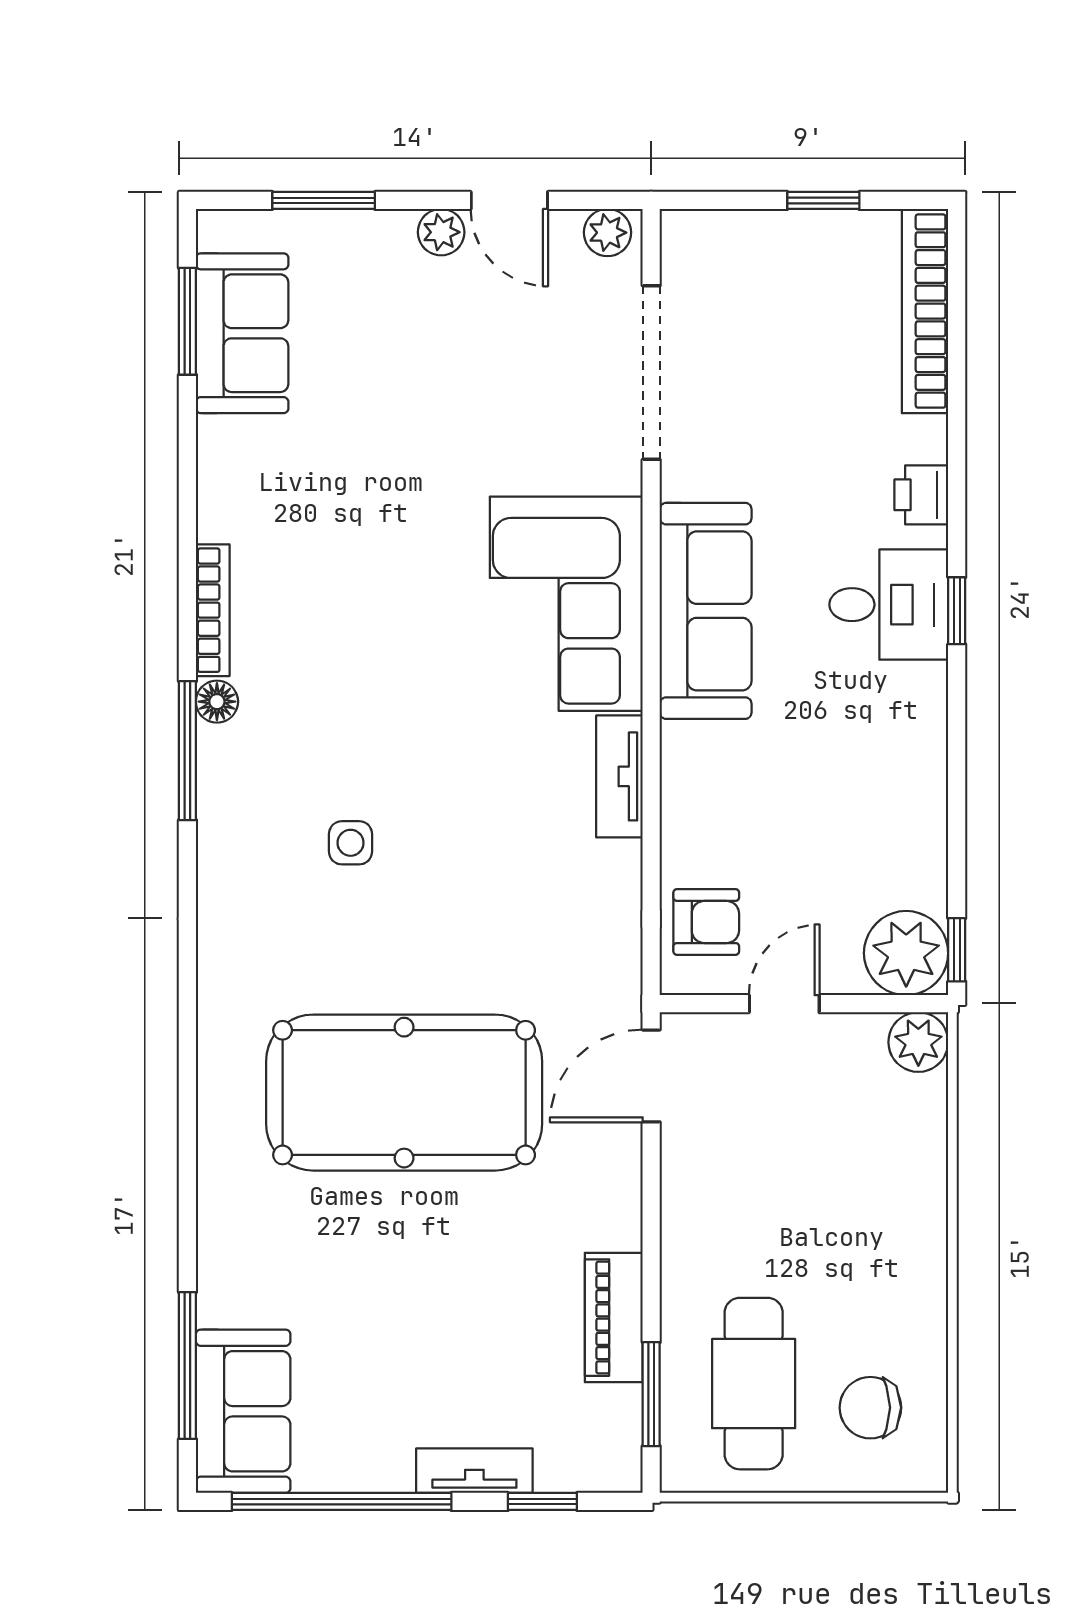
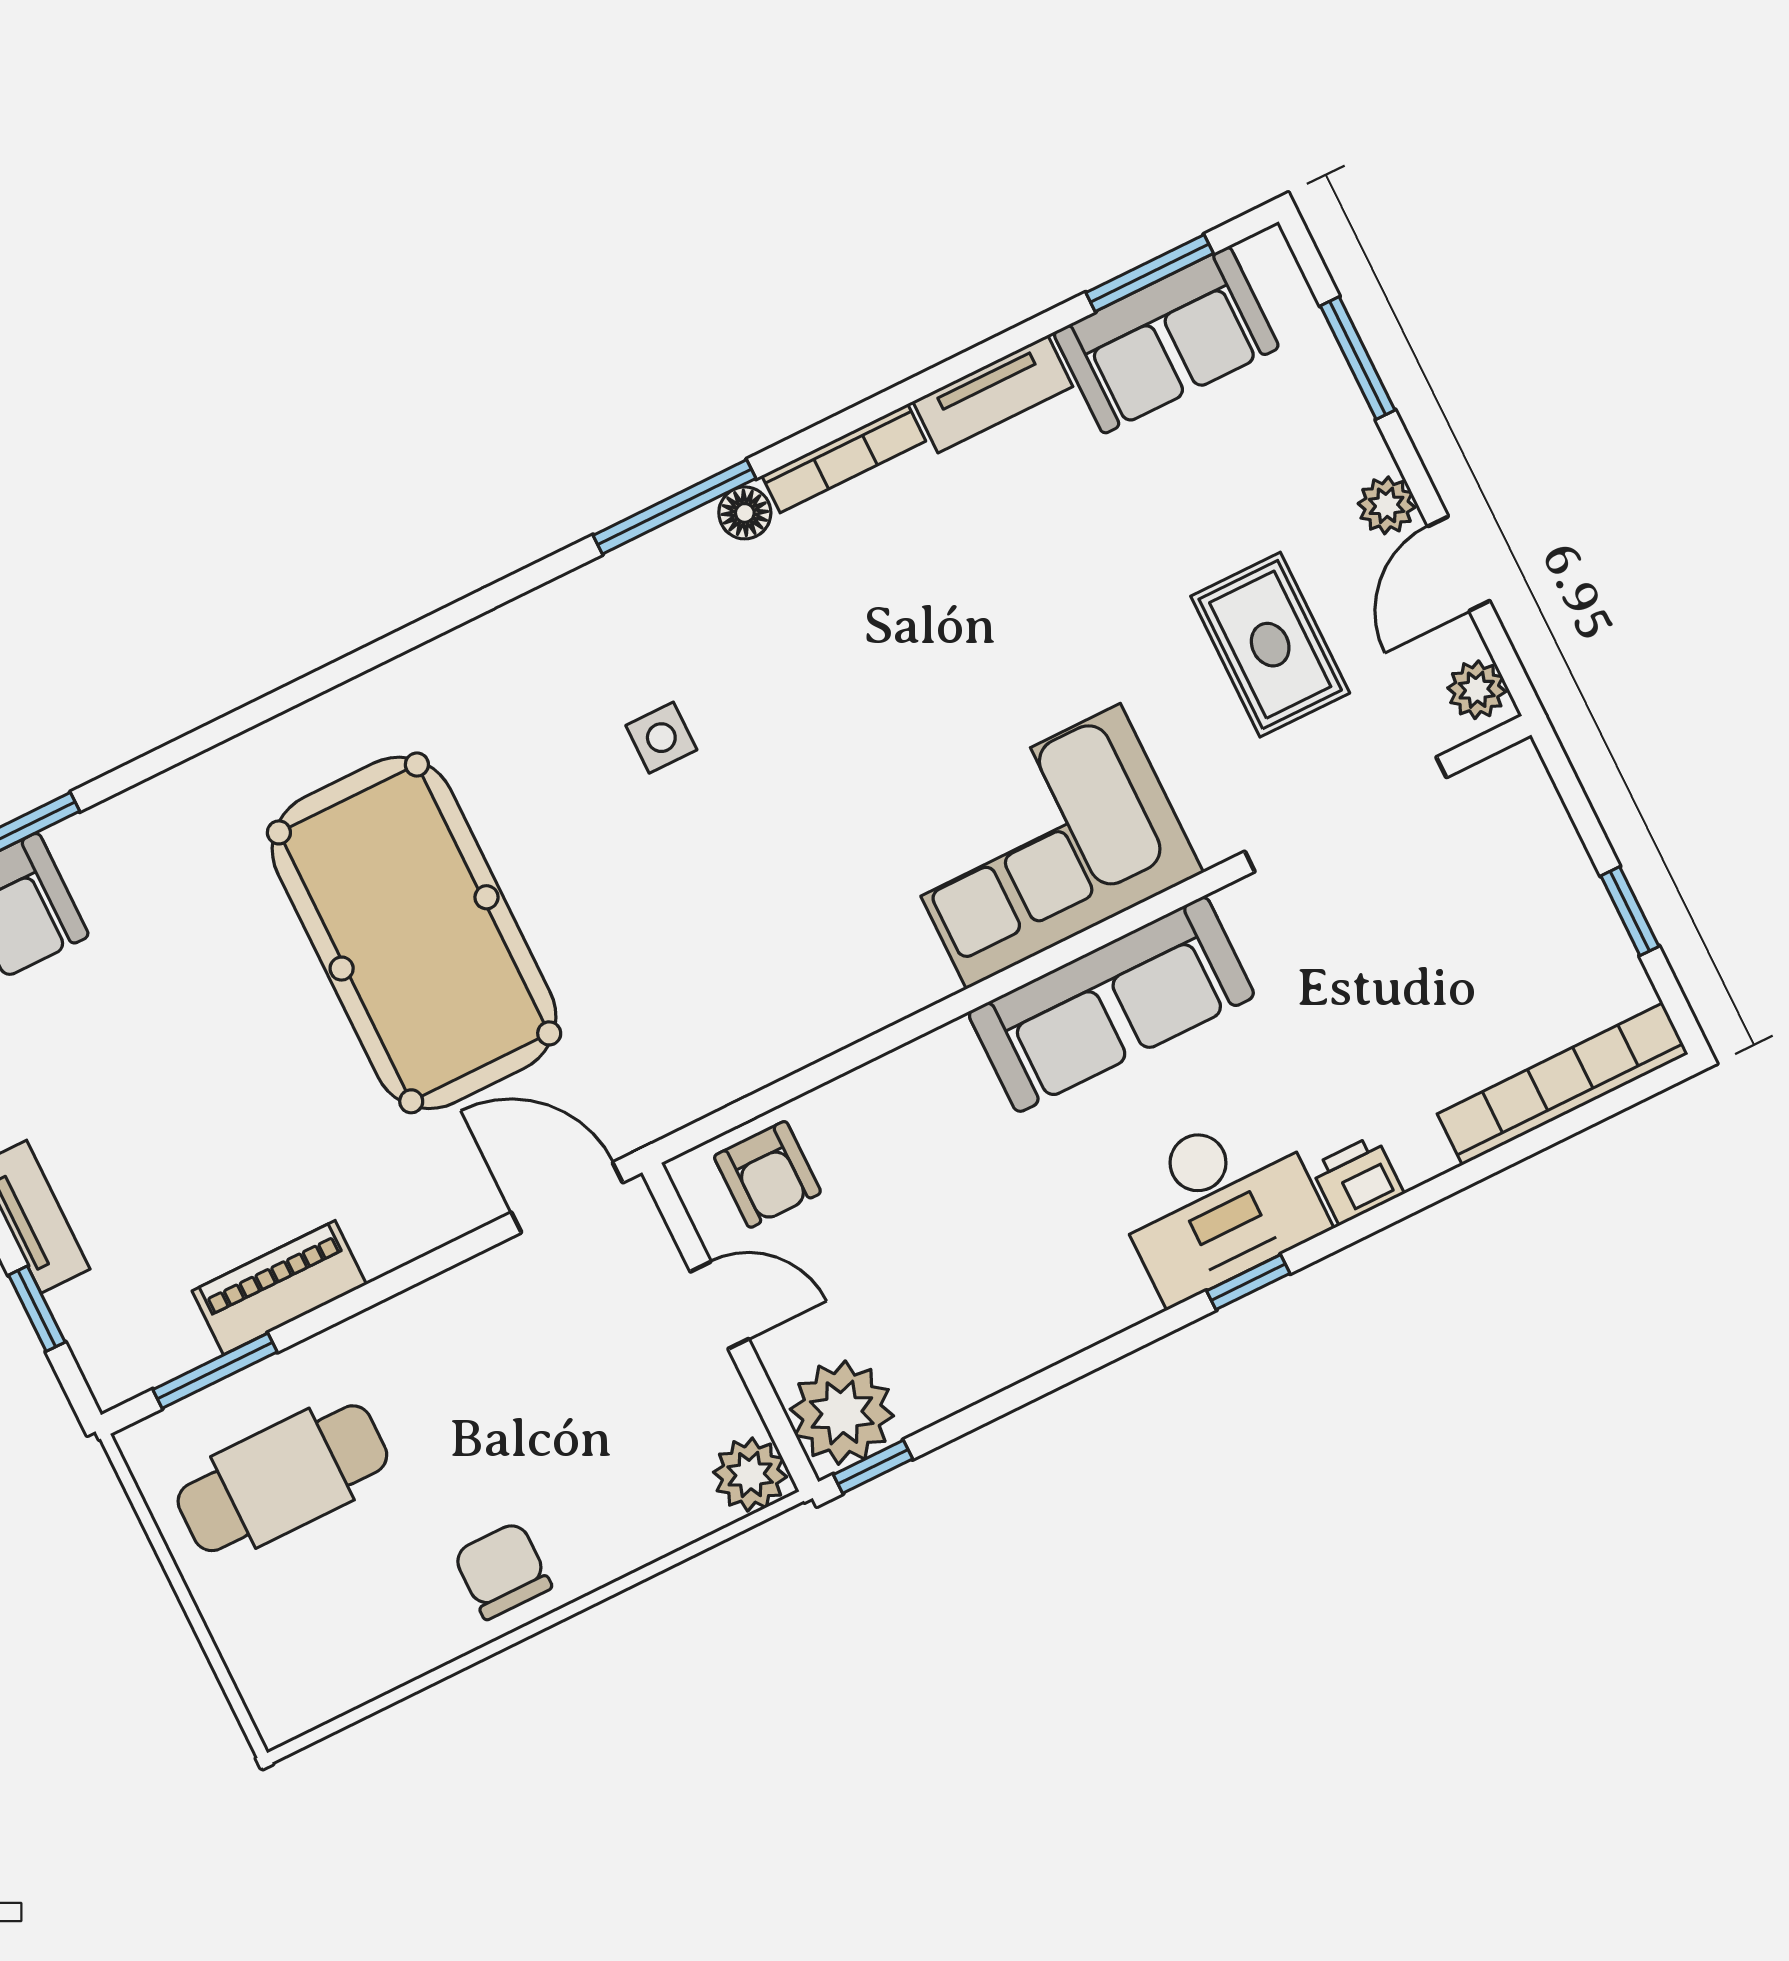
rug: (501, 367) -> (1270, 645), added
desk: (889, 605) -> (1218, 1204), width x1.37
tv unit: (619, 776) -> (993, 394), moved, turned 180
chair: (870, 1408) -> (502, 1570), moved

